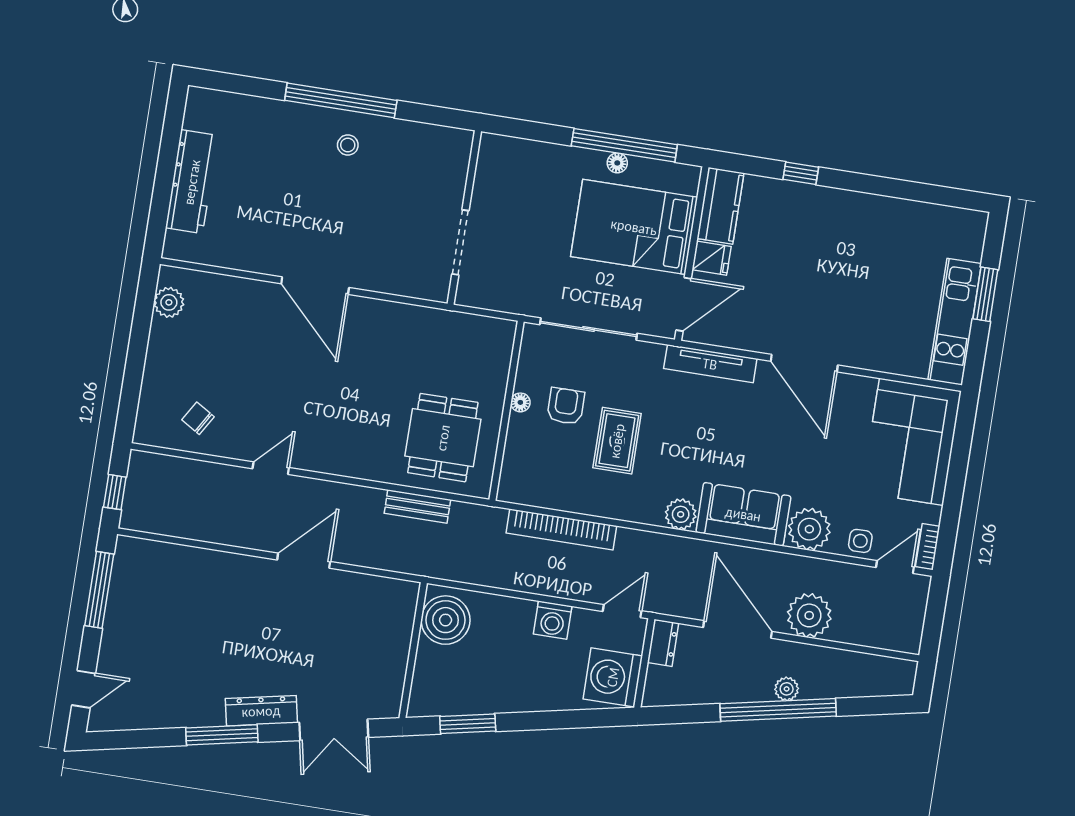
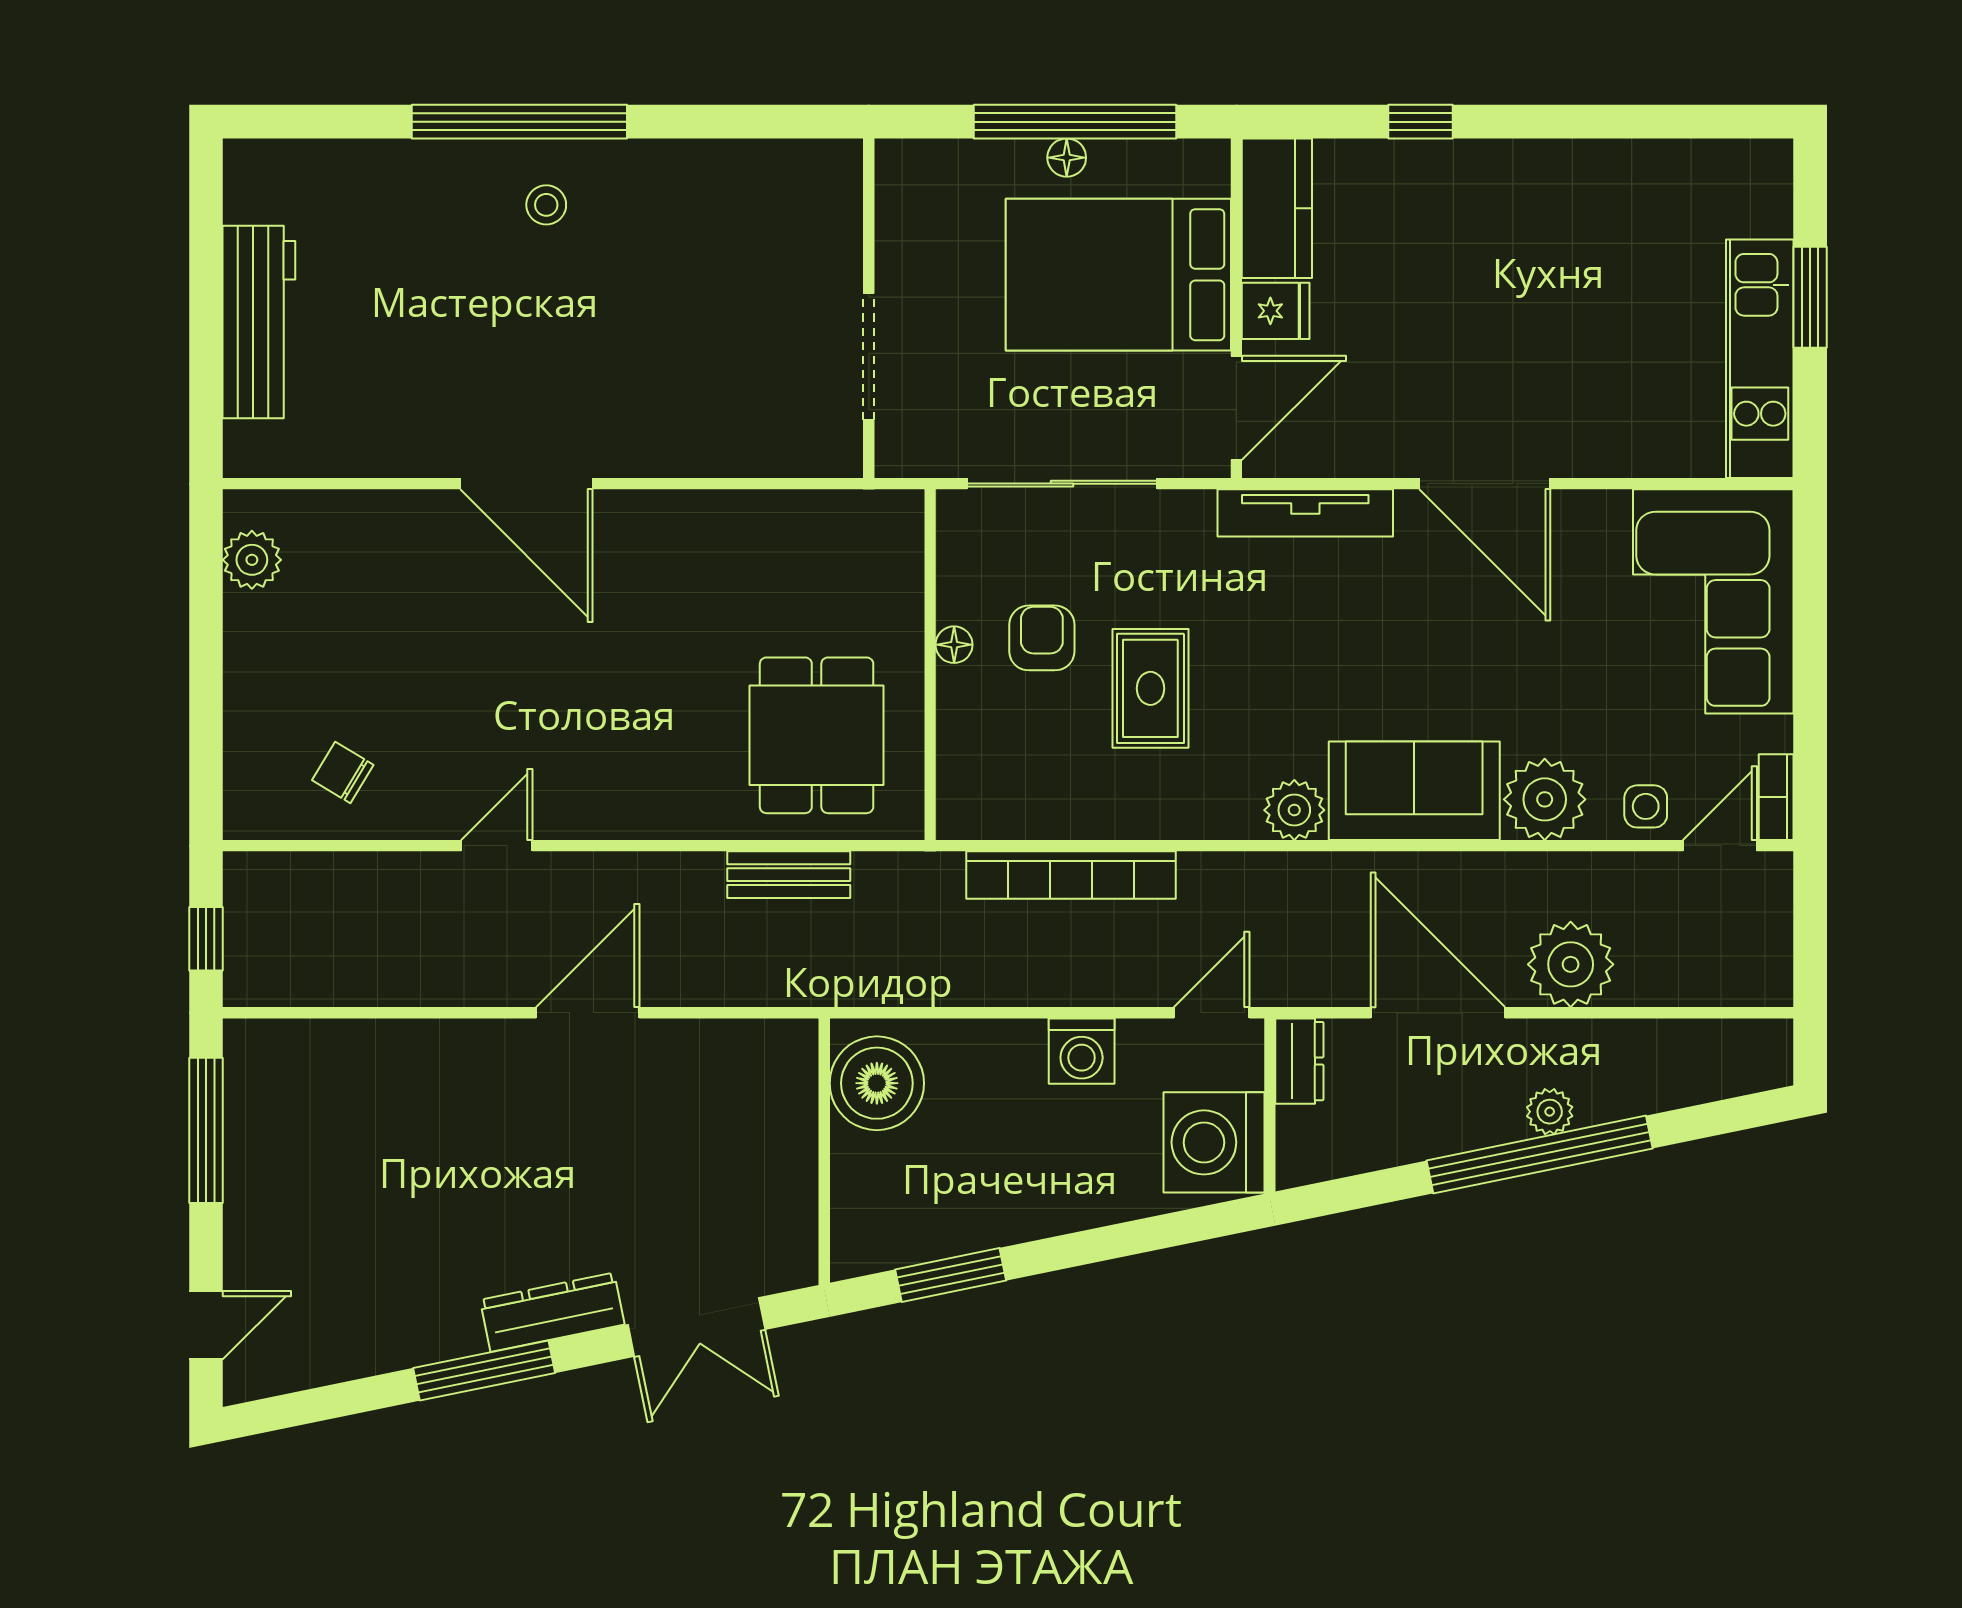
wall: (464, 218) -> (869, 308), moved
doorway: (460, 242) -> (869, 357), moved

